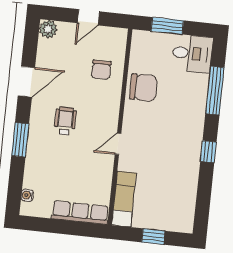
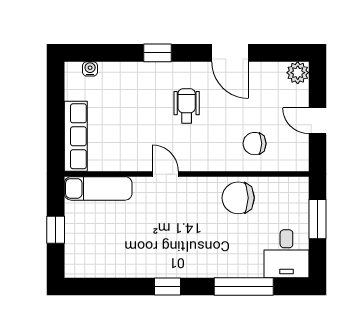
chair: (143, 88) -> (238, 198), turned 90
wheelchair: (65, 121) -> (187, 106), turned -90
window: (20, 140) -> (158, 53), width x0.67

